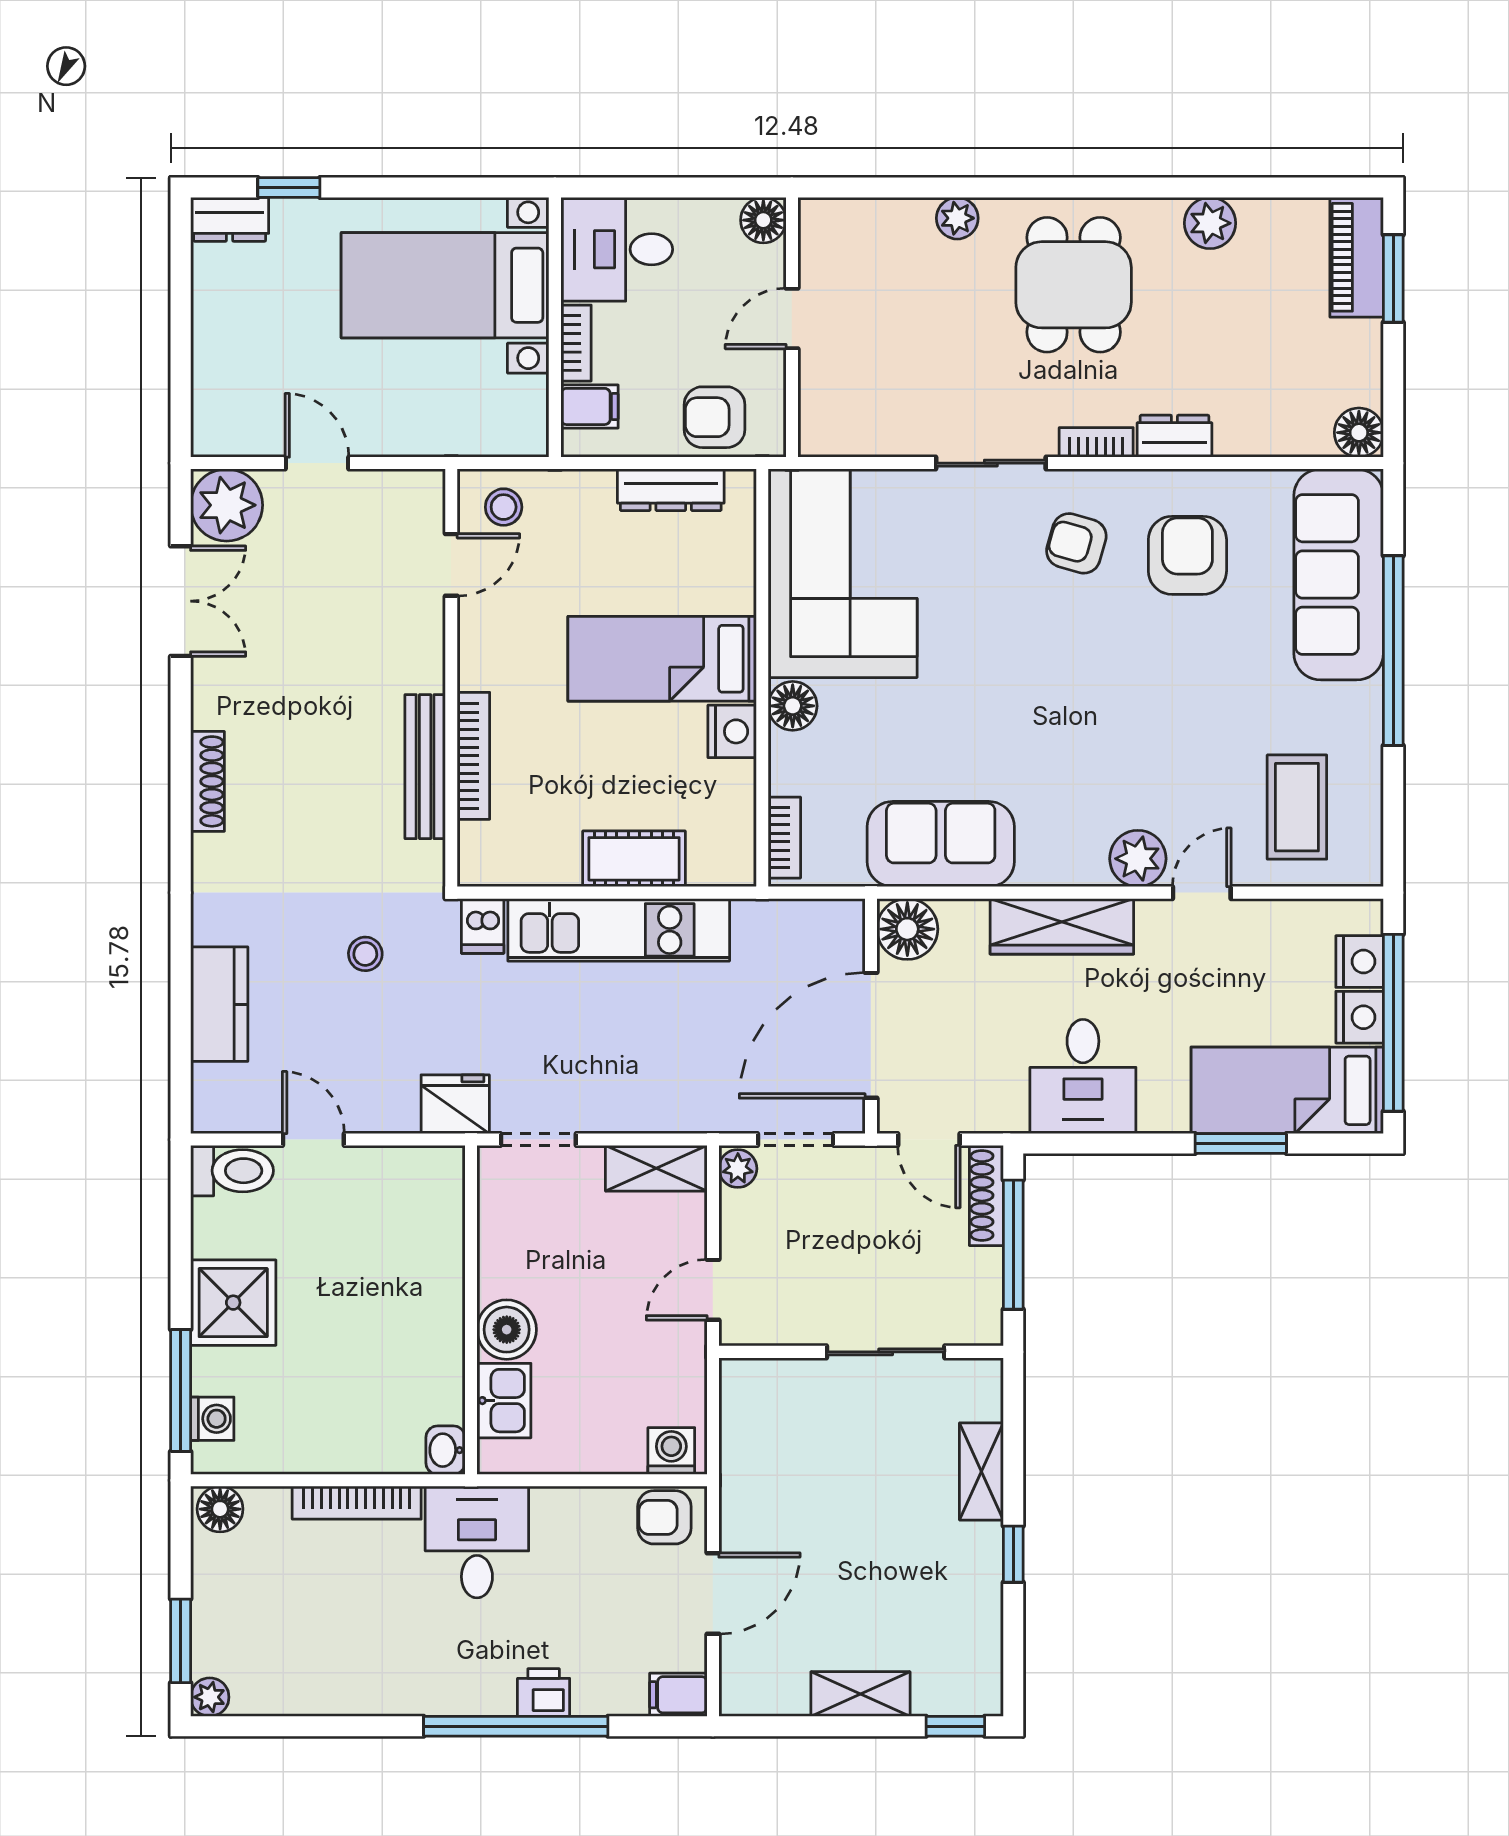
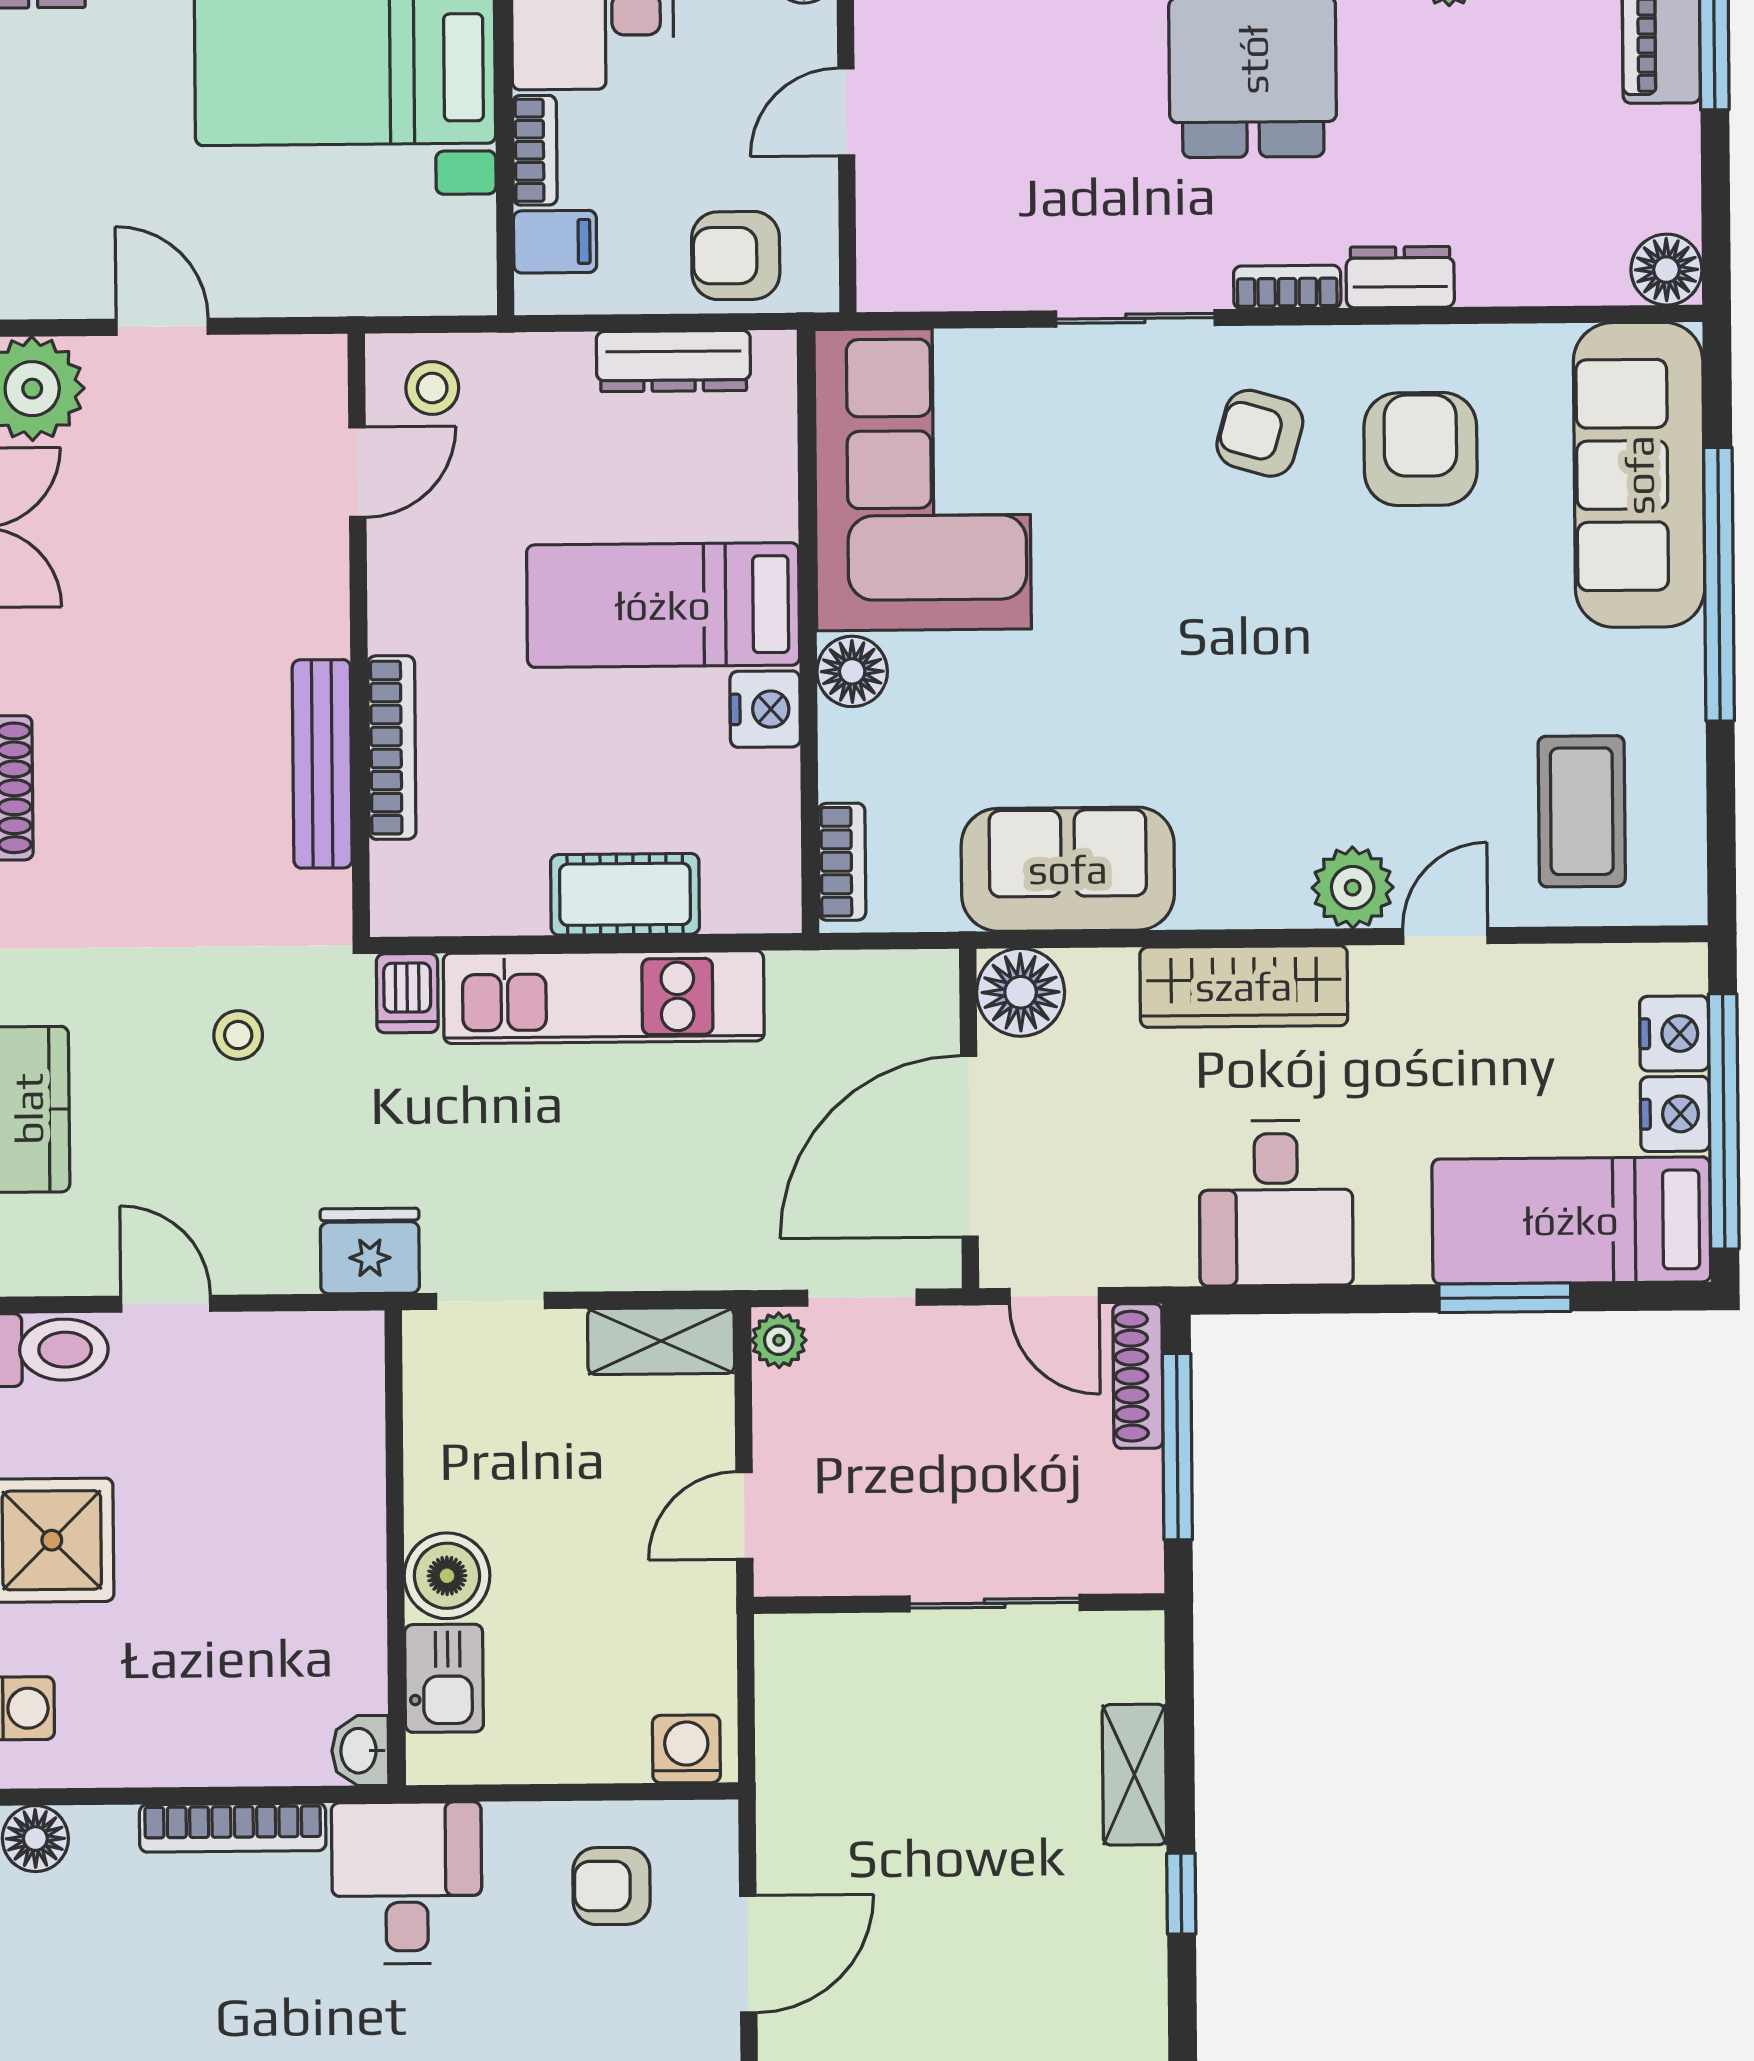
armchair: (664, 1517) -> (612, 1886), moved

